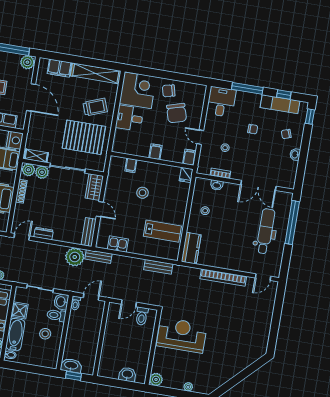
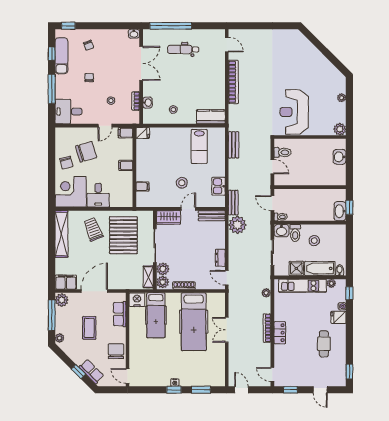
filing cabinet: (59, 68) -> (66, 282), moved, turned -90
washbasin: (295, 154) -> (134, 34), moved
stool: (142, 193) -> (182, 183), moved
lab bench: (162, 231) -> (199, 146), turned 180
dental chair: (266, 231) -> (183, 49), width x0.73, depth x0.72

